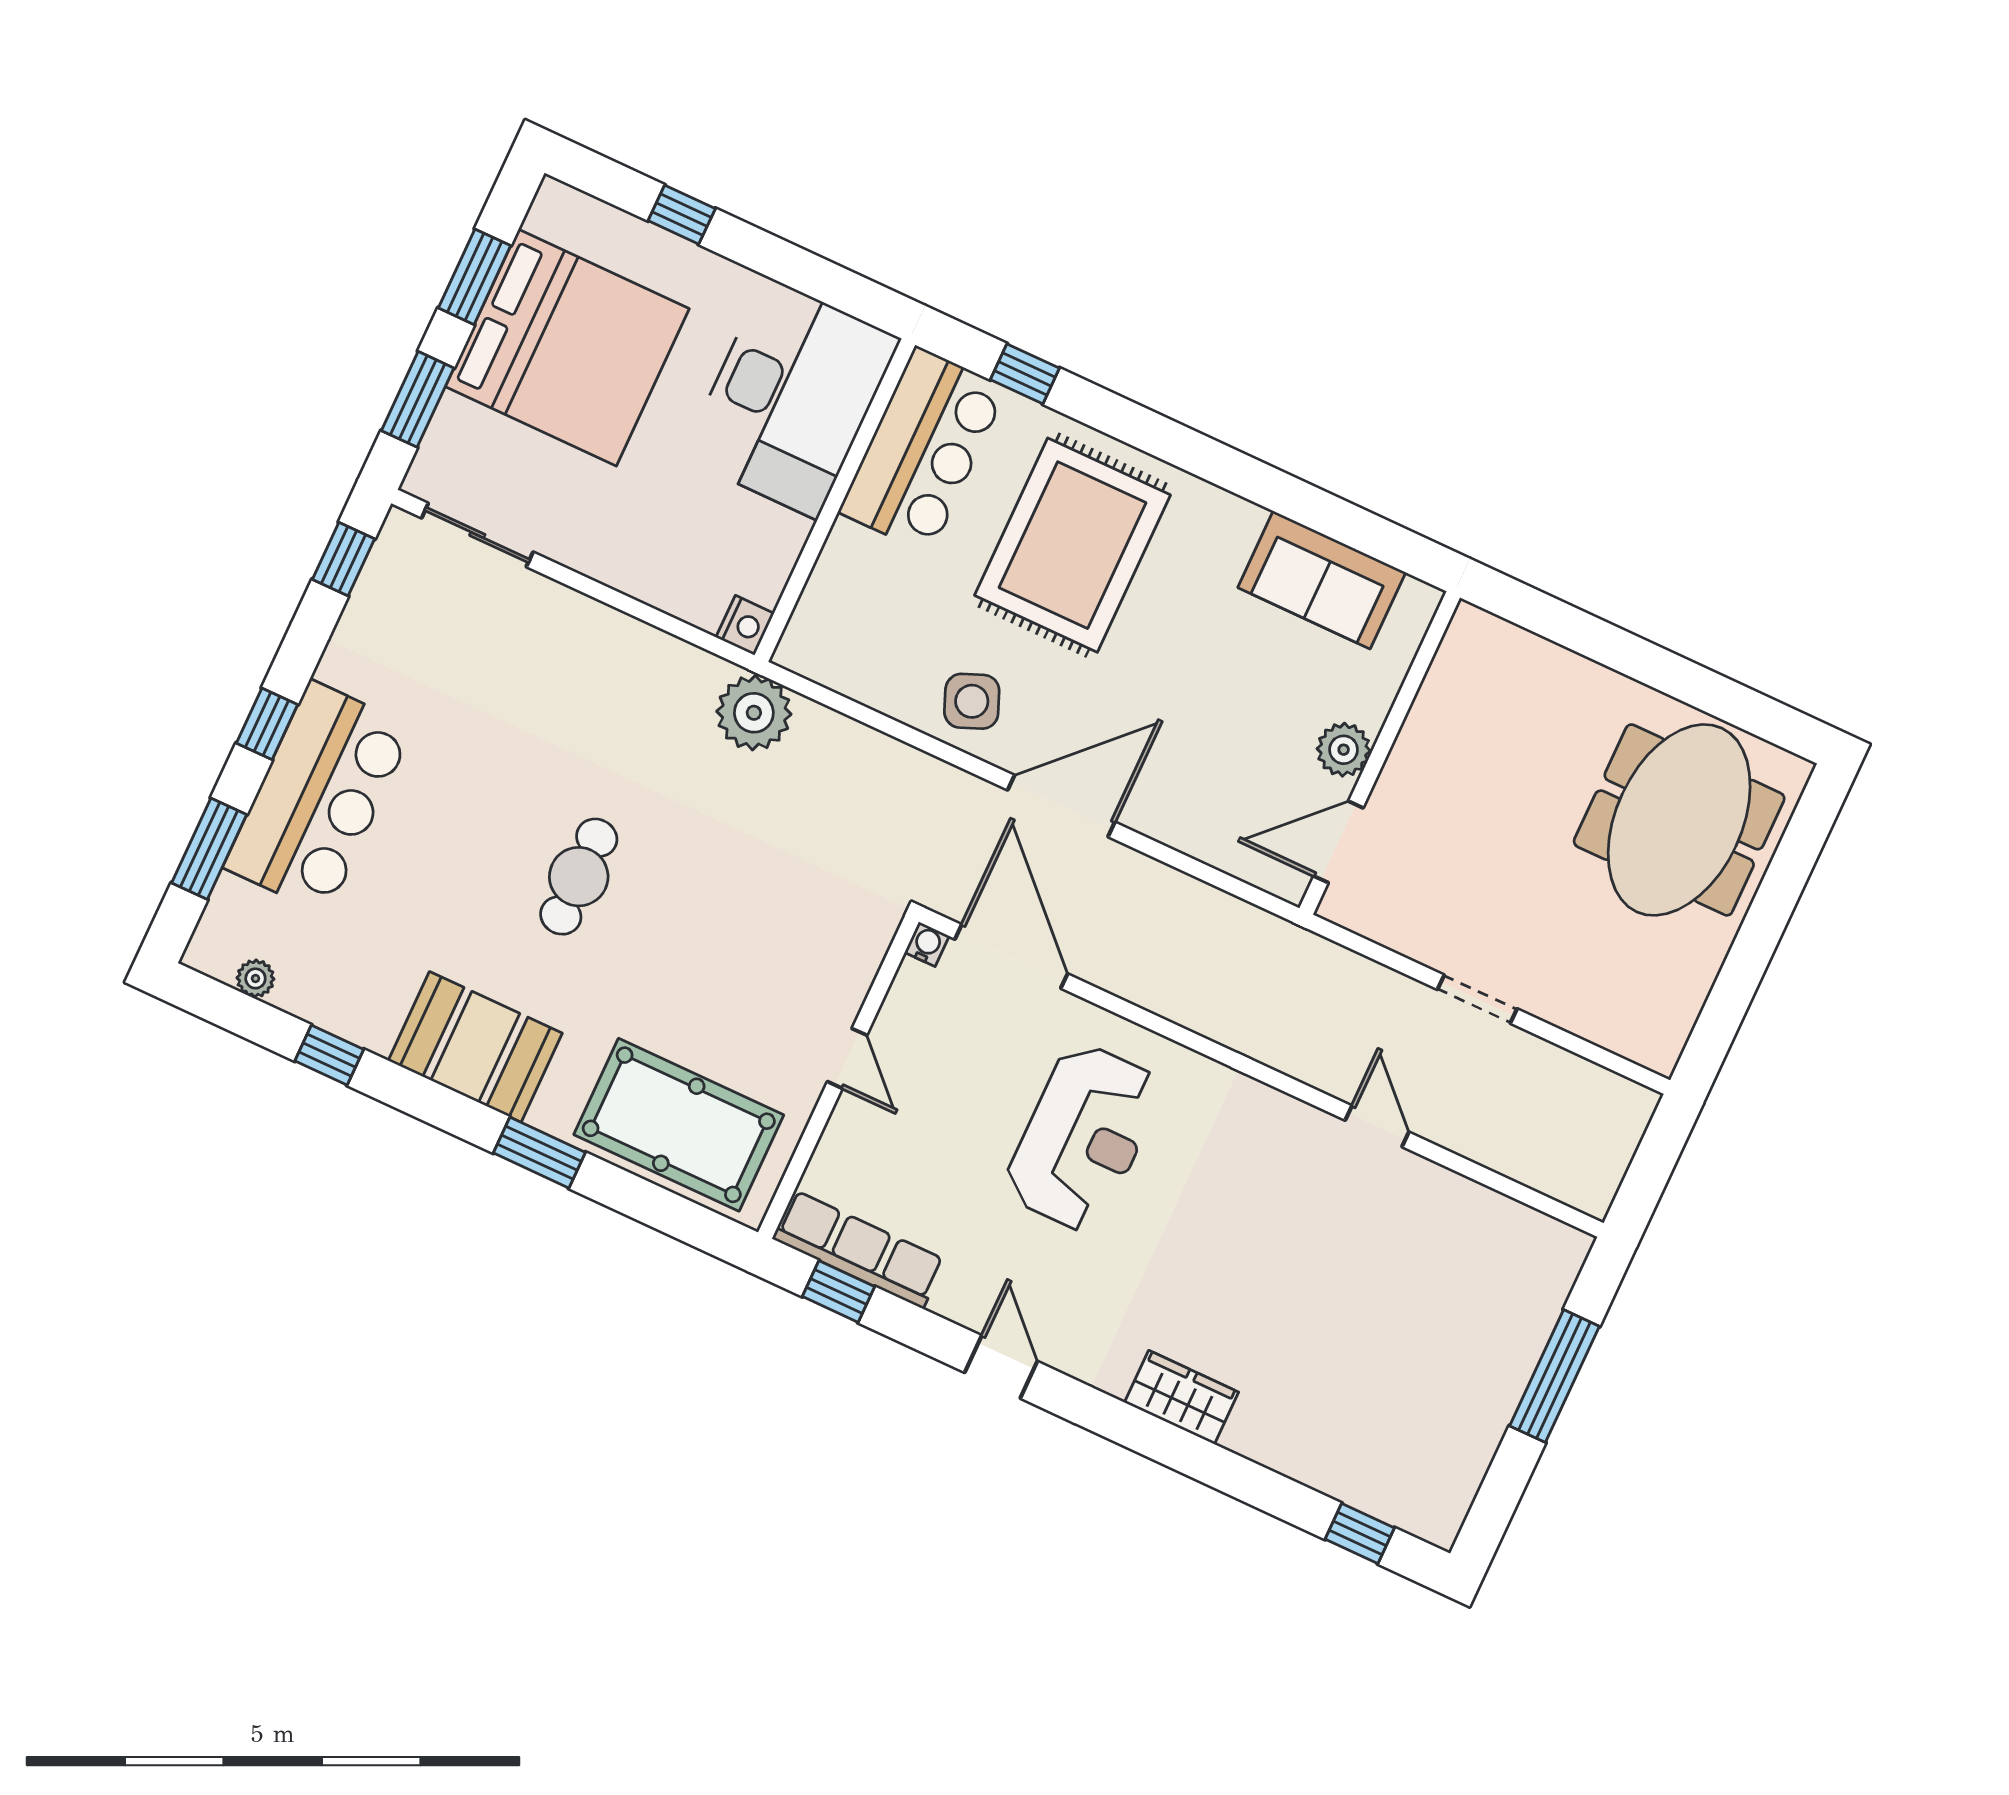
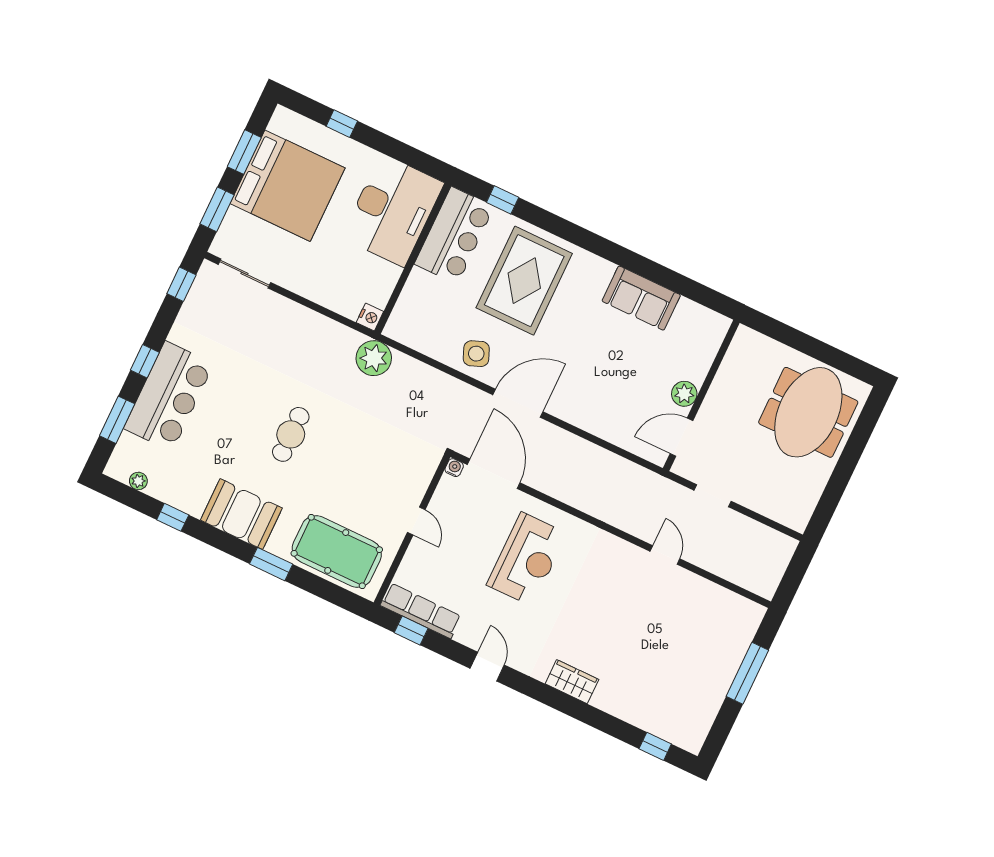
plant: (1344, 750) -> (684, 394), moved
wall: (1380, 753) -> (701, 395), moved
door: (1338, 842) -> (681, 437), moved

